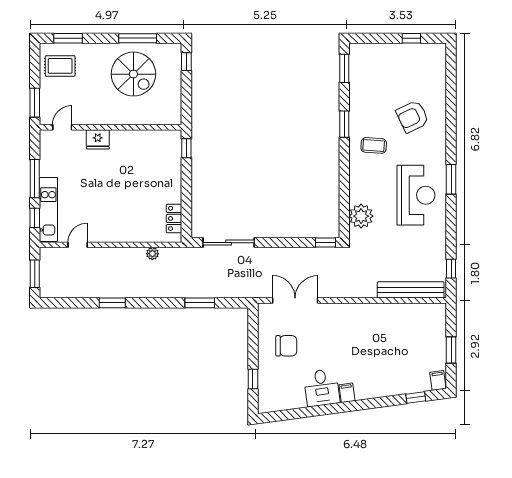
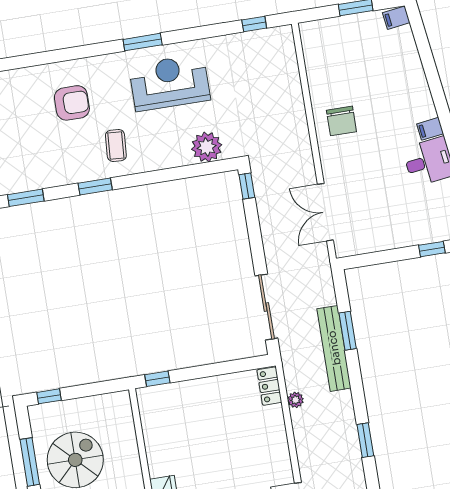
armchair: (412, 116) -> (72, 103), turned -64
locker: (174, 218) -> (269, 386), moved, turned 90
bench: (411, 290) -> (334, 348), moved
chair: (286, 346) -> (341, 121), moved, turned 180
window: (416, 397) -> (422, 42), removed

